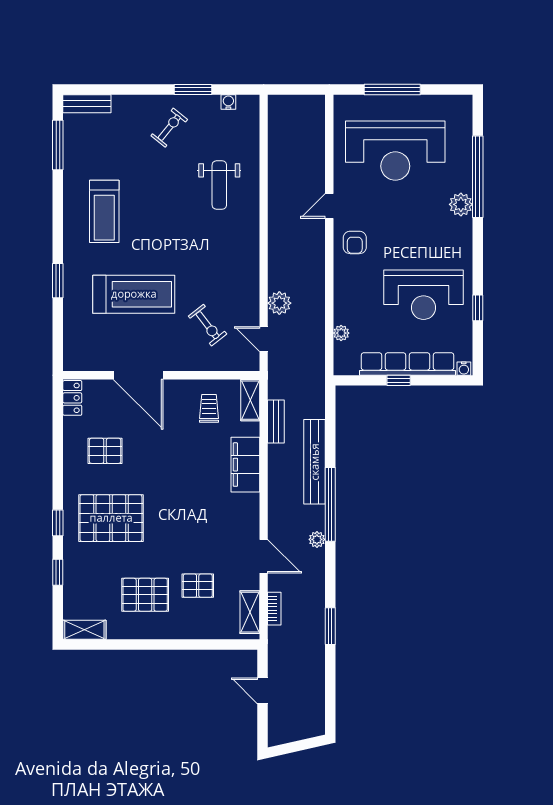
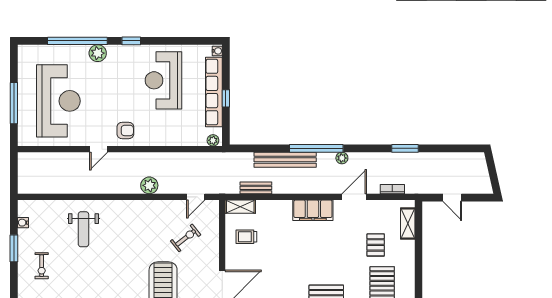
exercise bike: (169, 128) -> (42, 266), turned -129
weight bench: (219, 185) -> (83, 229), turned 90
door: (329, 206) -> (99, 149), hinge flipped
reception desk: (423, 295) -> (163, 80), turned 180
plant: (279, 303) -> (149, 185), moved
window: (478, 308) -> (131, 41), moved
plant: (341, 333) -> (213, 140), moved
filing cabinet: (245, 465) -> (313, 210), moved
shelving: (250, 612) -> (408, 223), moved, turned 90
door: (263, 691) -> (452, 198), hinge flipped

